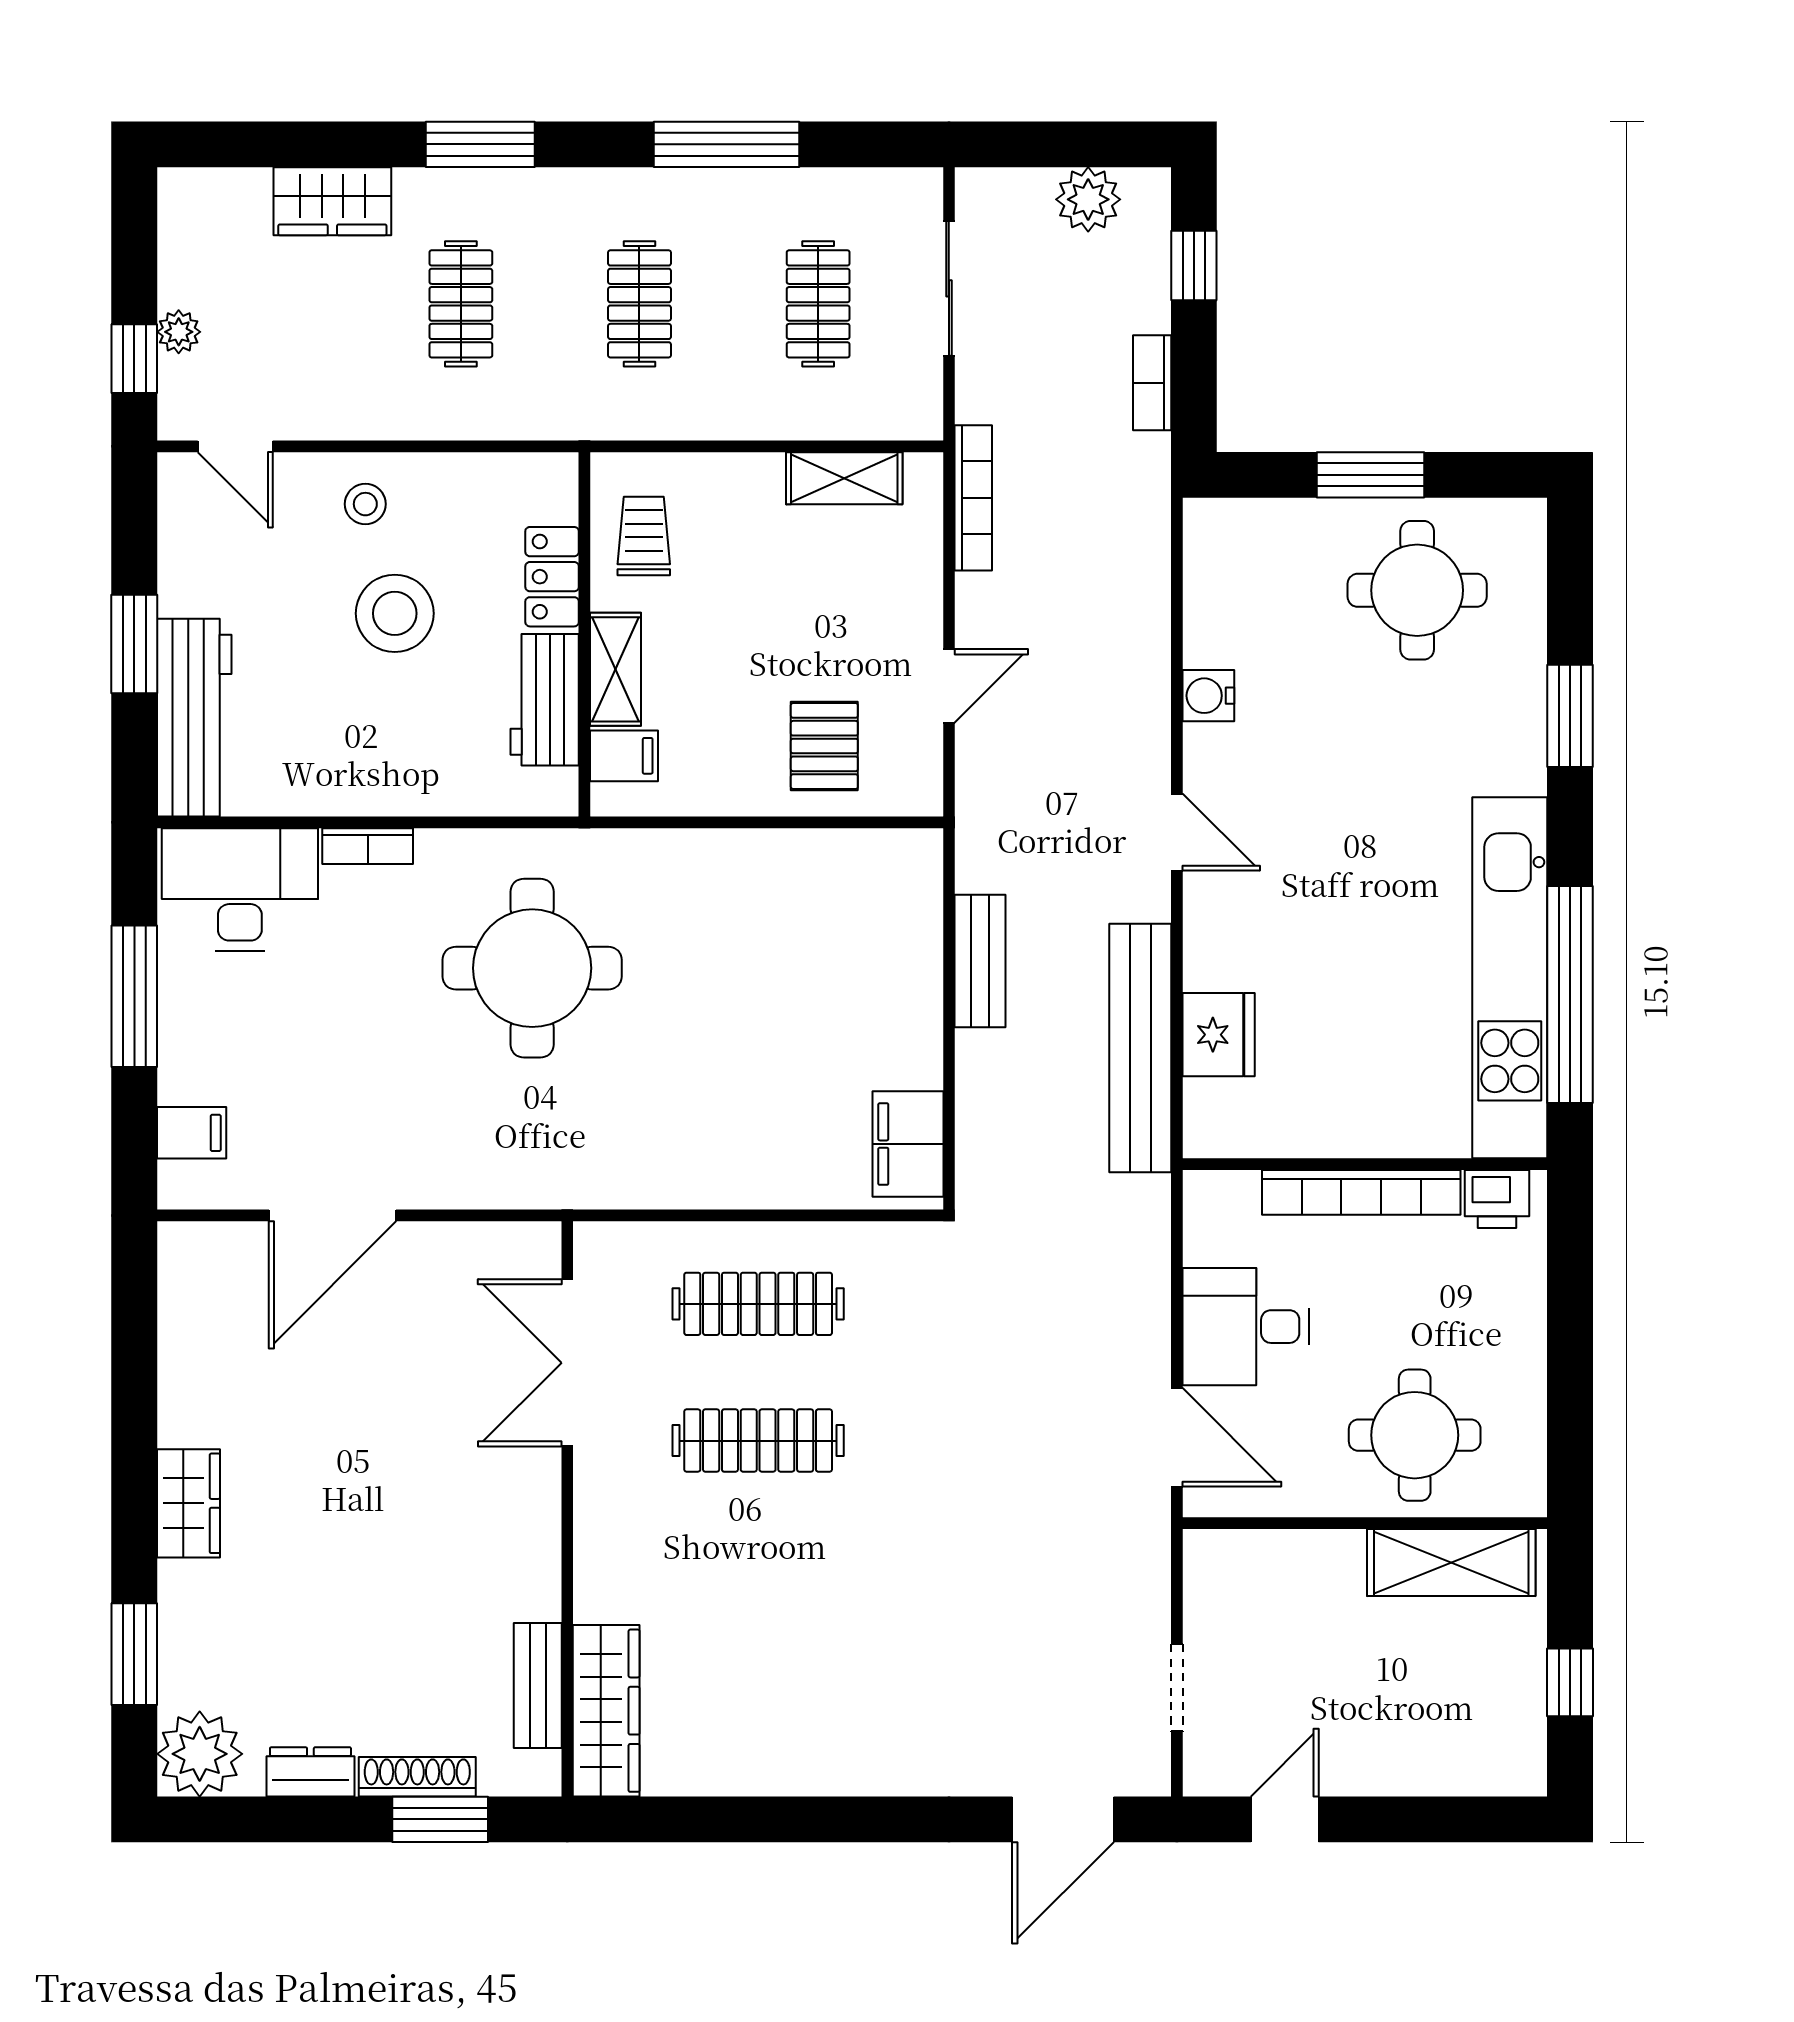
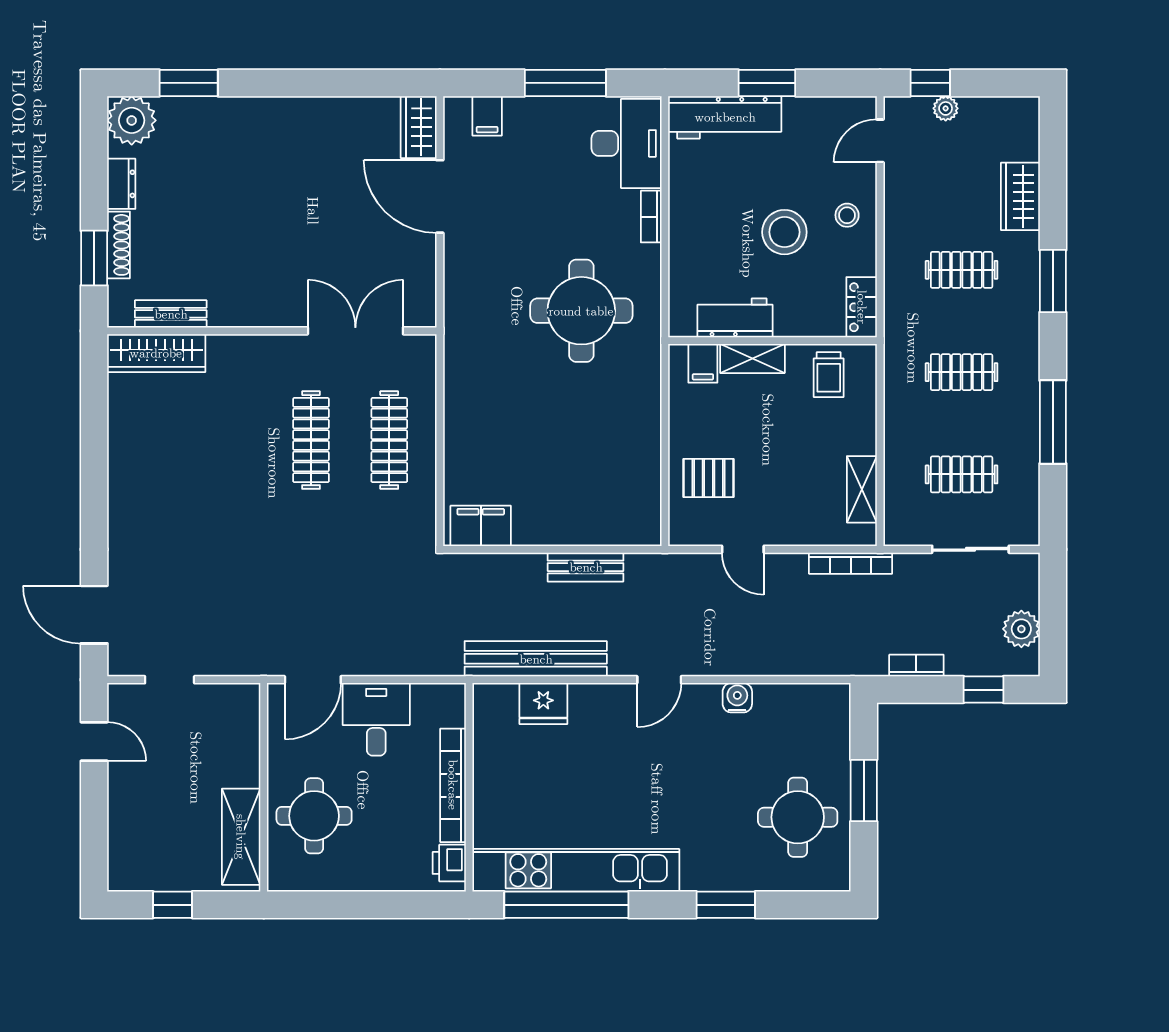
trolley: (644, 536) -> (829, 375), turned 90
locker: (552, 577) -> (862, 307), moved, turned -90
wardrobe: (189, 1503) -> (419, 127), moved, turned 90

